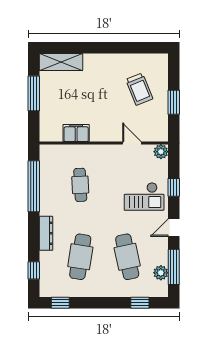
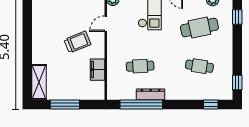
trolley: (139, 89) -> (77, 42), moved
dresser: (46, 233) -> (151, 94), moved
cafe table: (80, 257) -> (199, 66), width x0.73, depth x0.74

